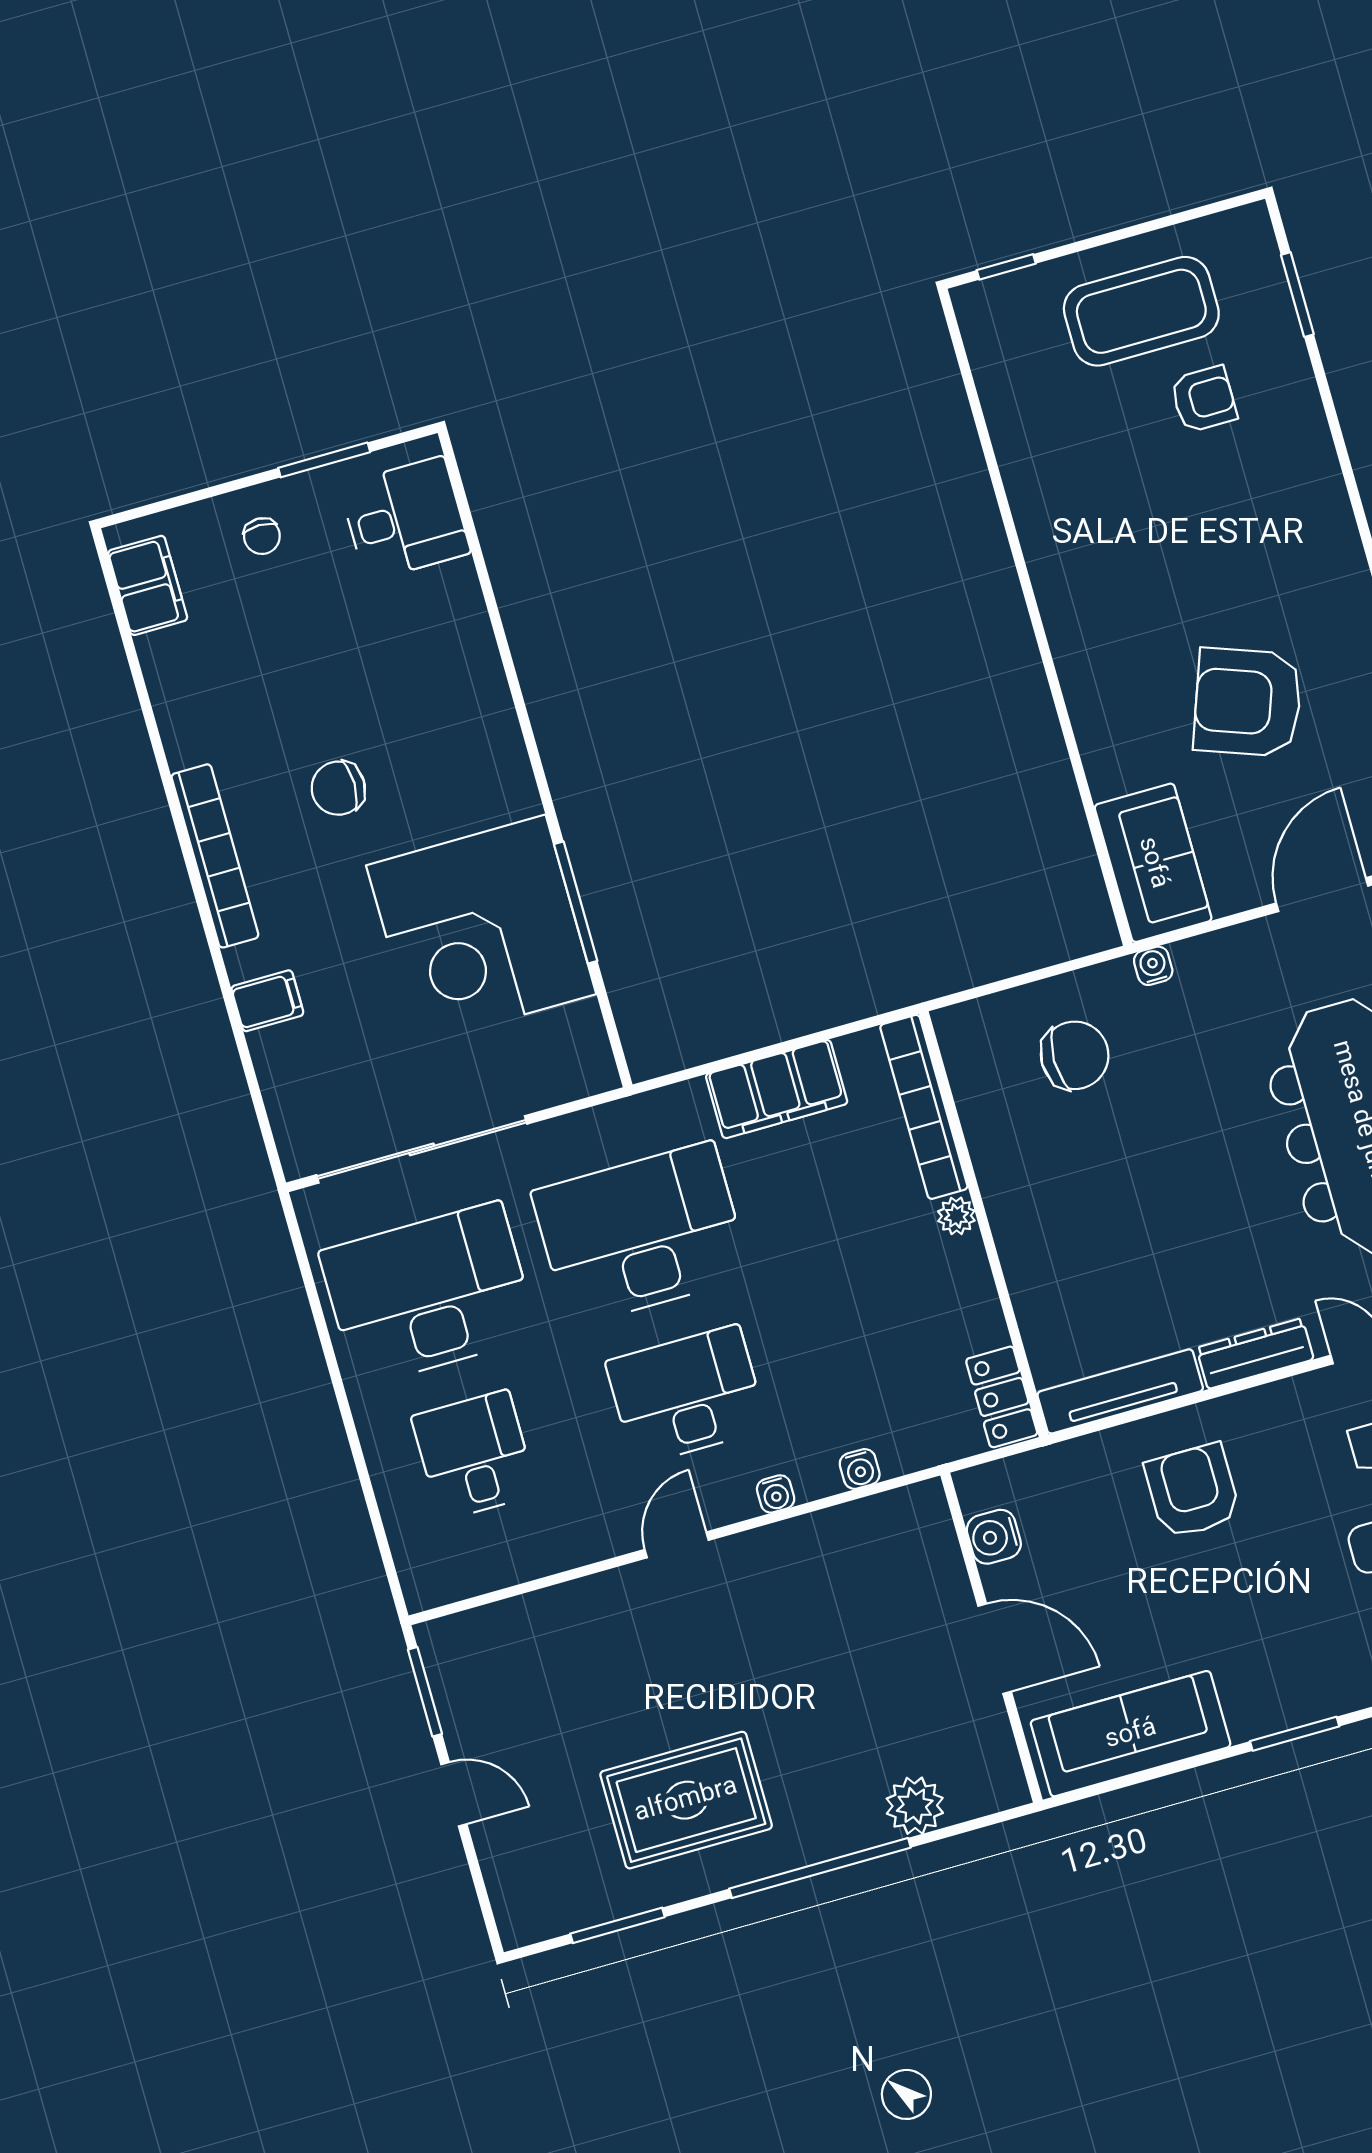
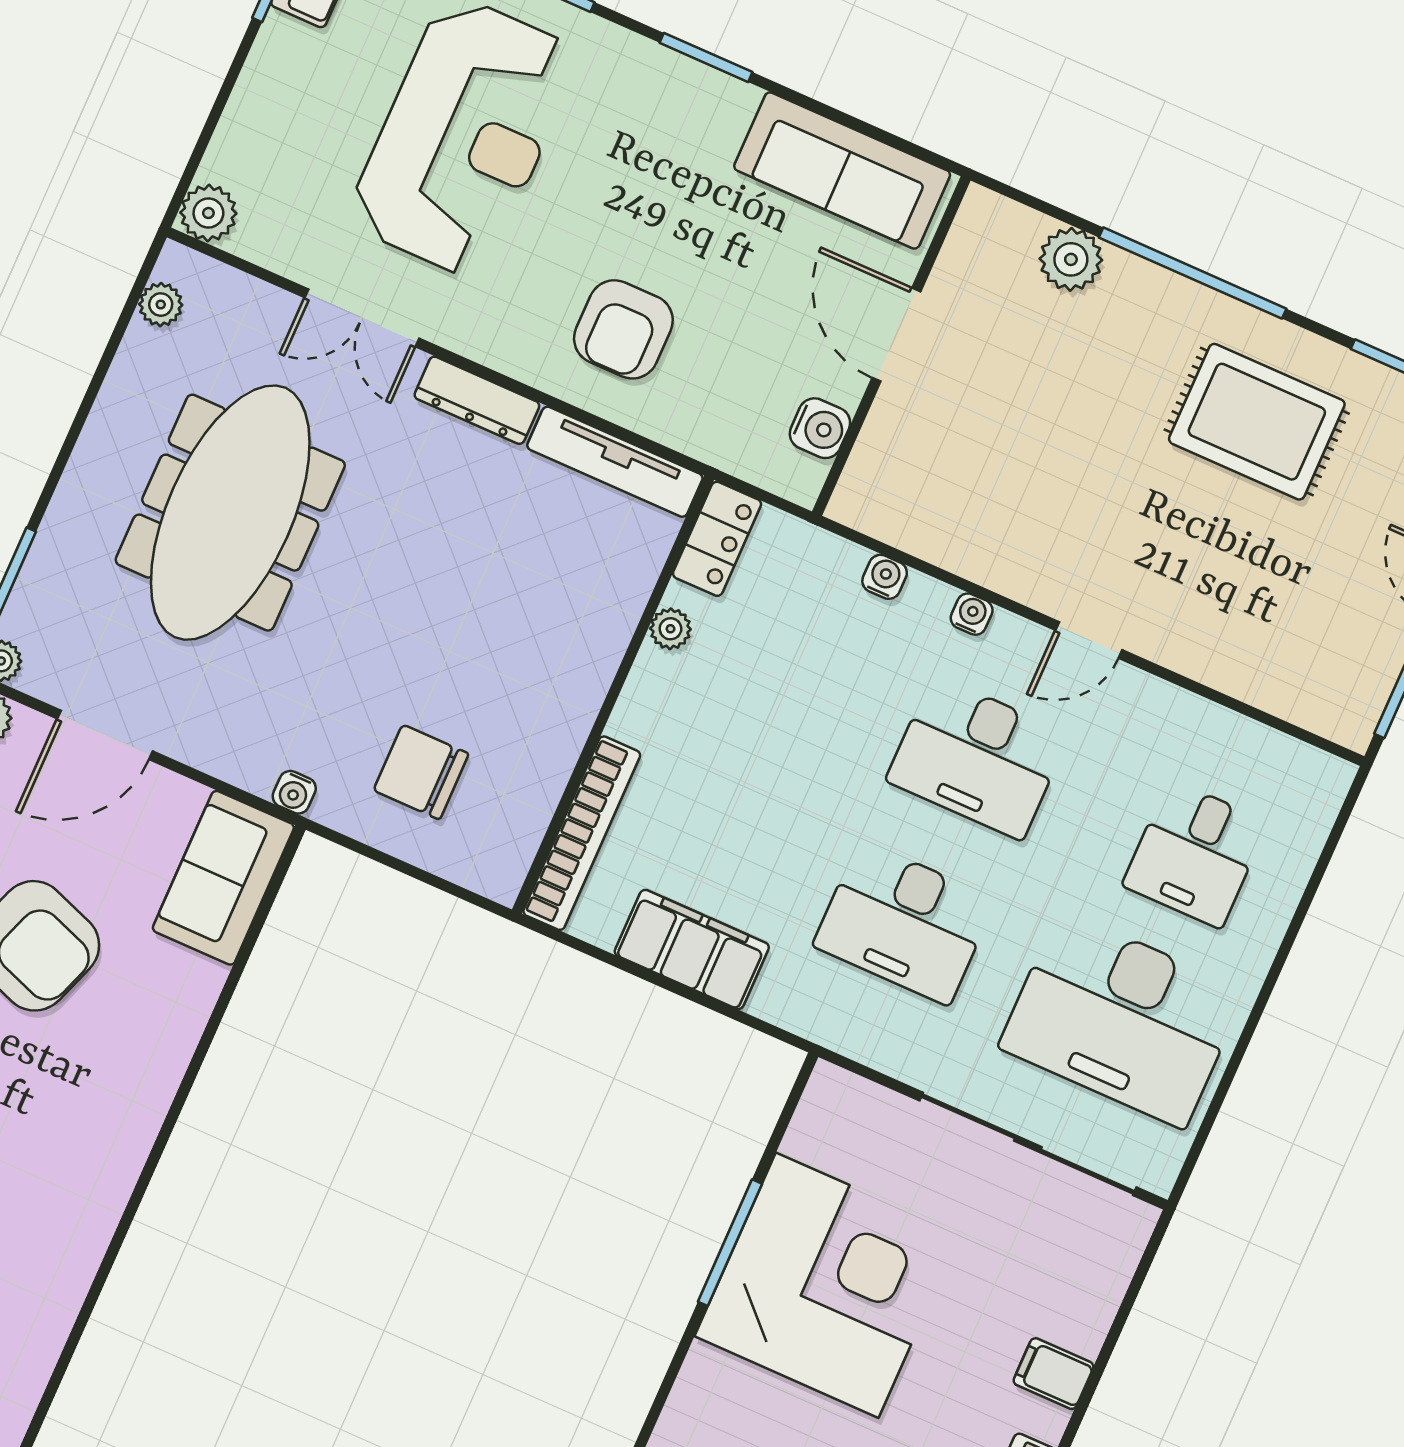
plant: (956, 1216) -> (670, 629), moved
desk: (641, 1234) -> (904, 923), width x0.73, depth x0.77

